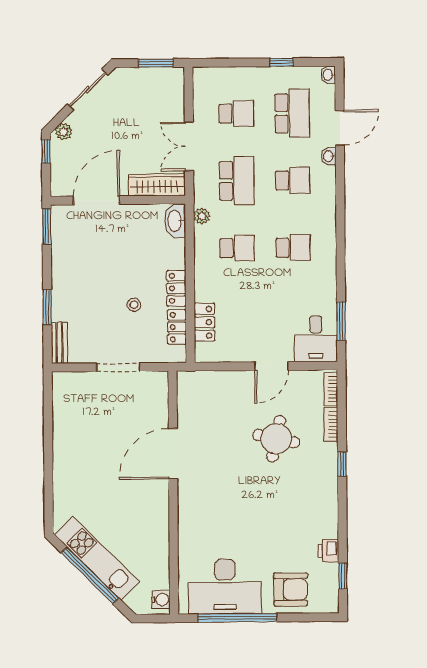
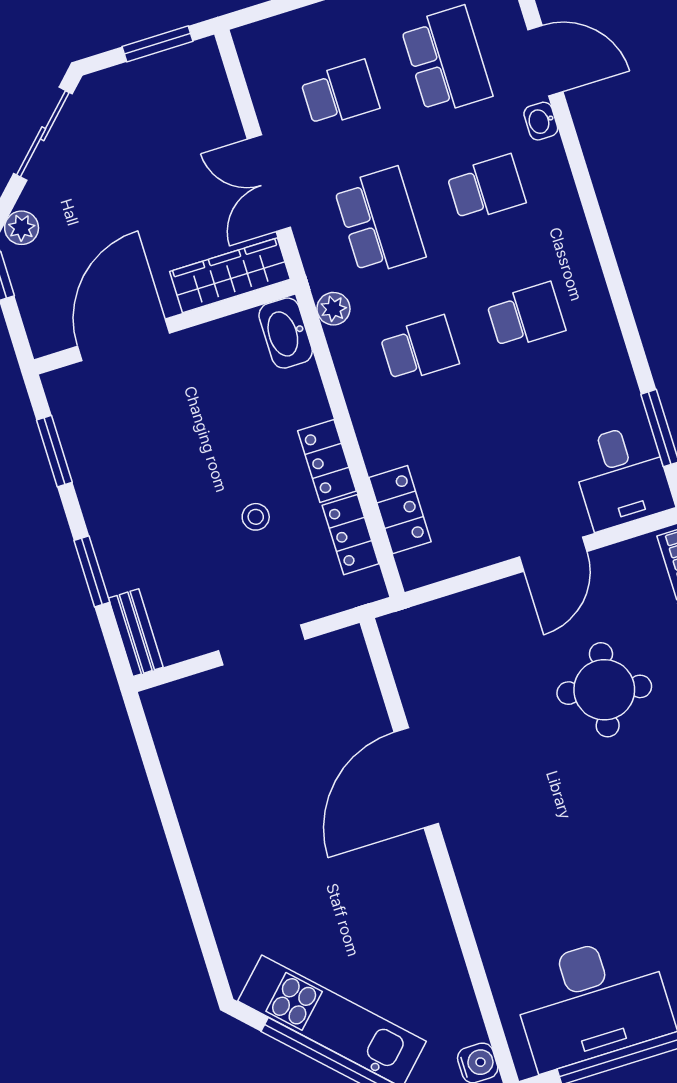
door: (340, 128) -> (545, 61), hinge flipped
window: (47, 226) -> (54, 451), moved

